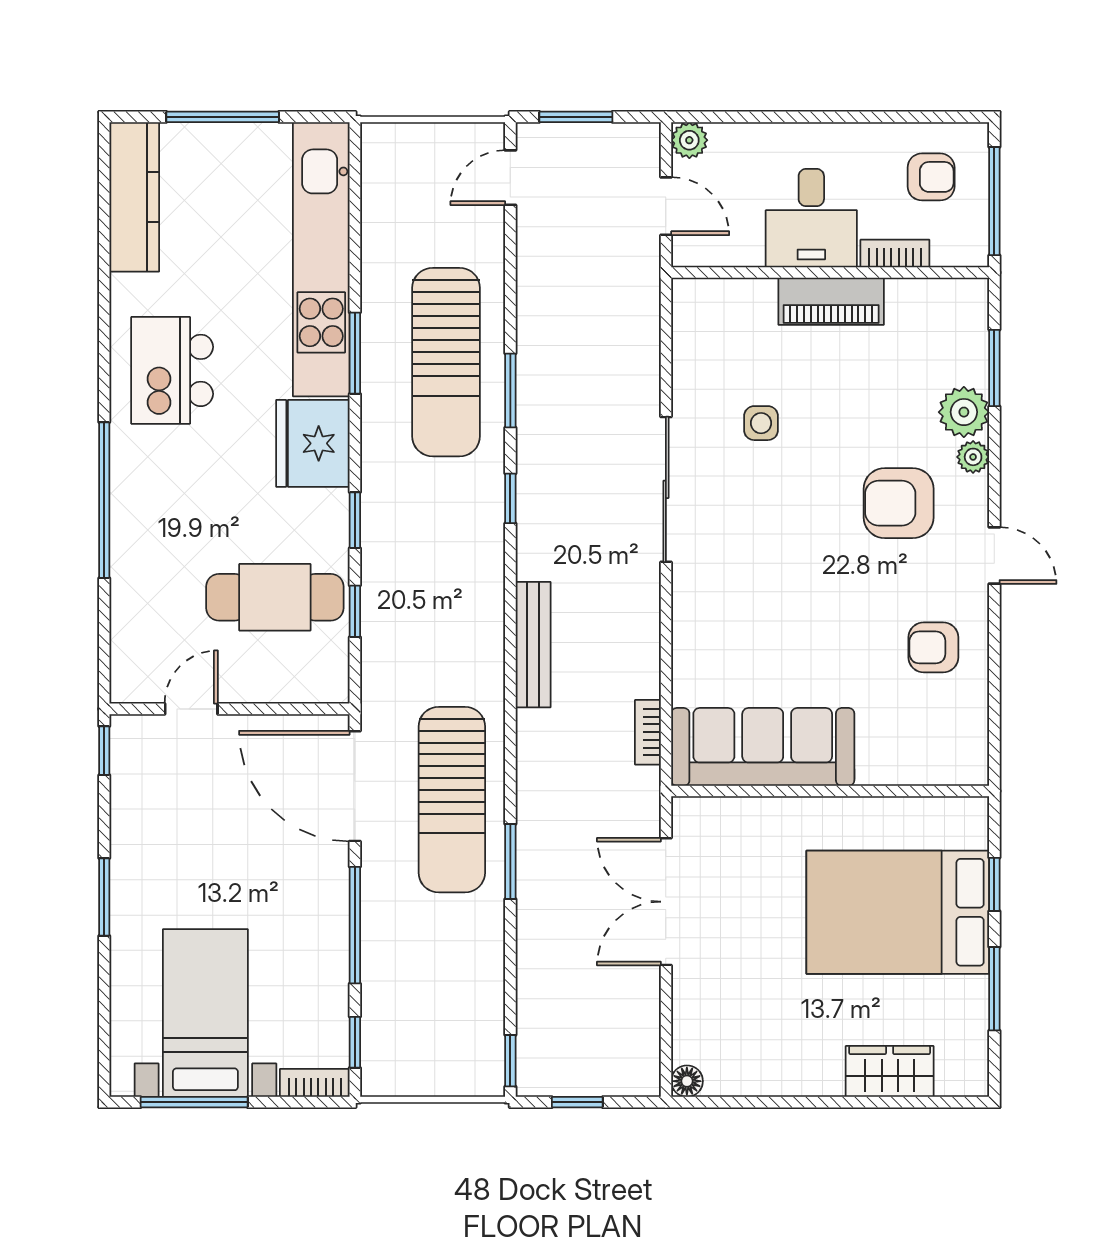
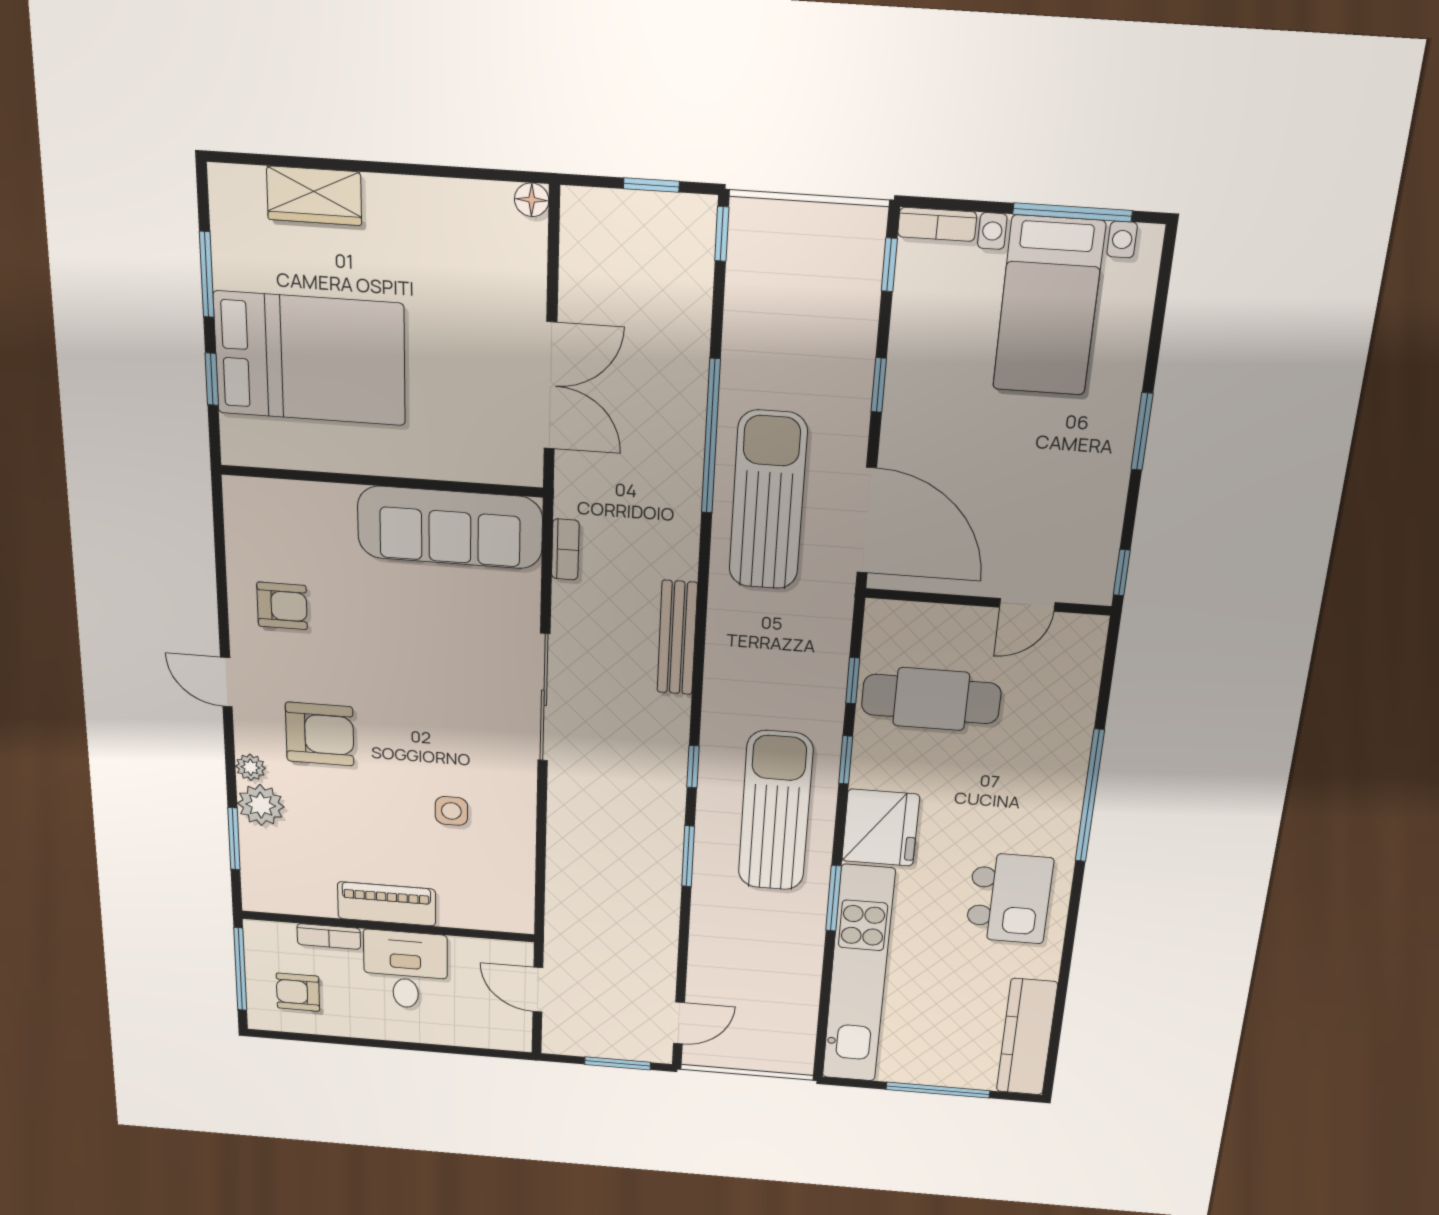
plant: (689, 140) -> (516, 1038), removed
sun lounger: (446, 362) -> (775, 811), moved
sliding door: (666, 489) -> (544, 698), moved
window: (510, 862) -> (711, 437), width x2.11
window: (355, 925) -> (879, 385), width x0.46

